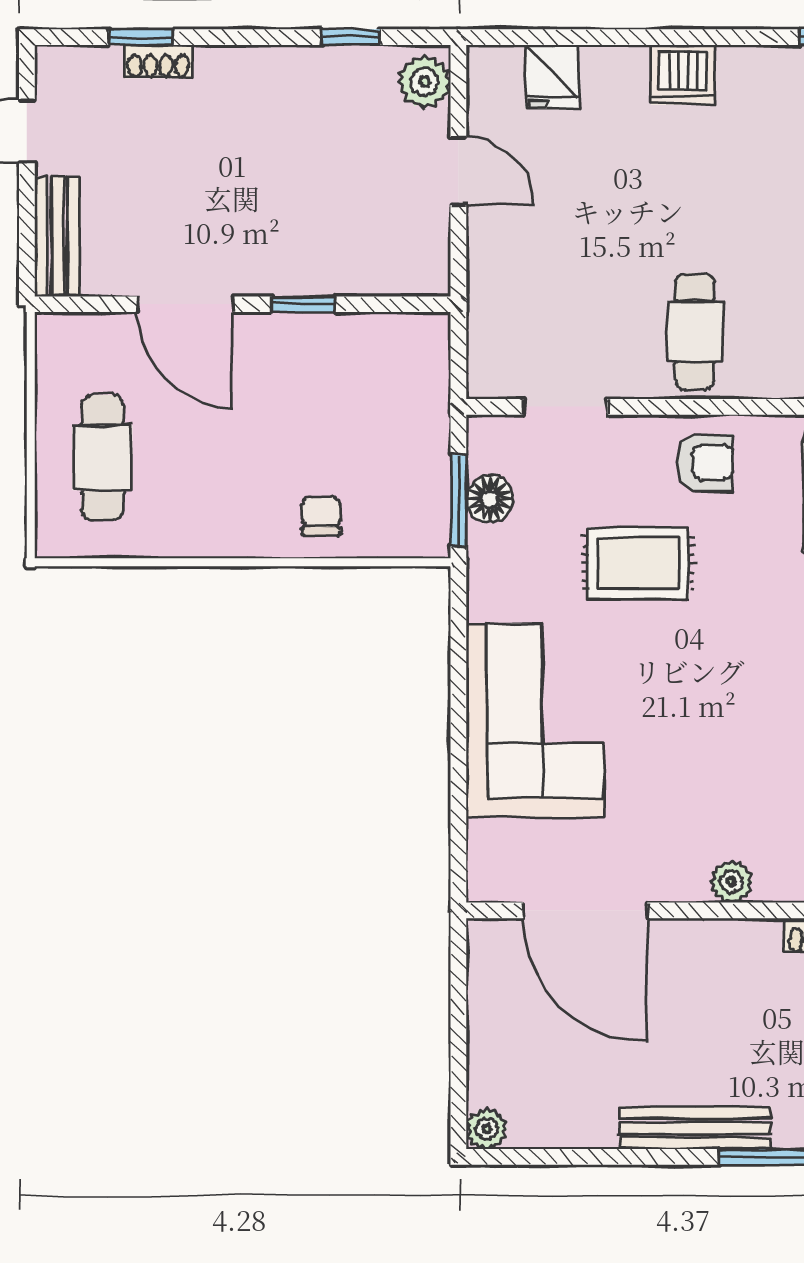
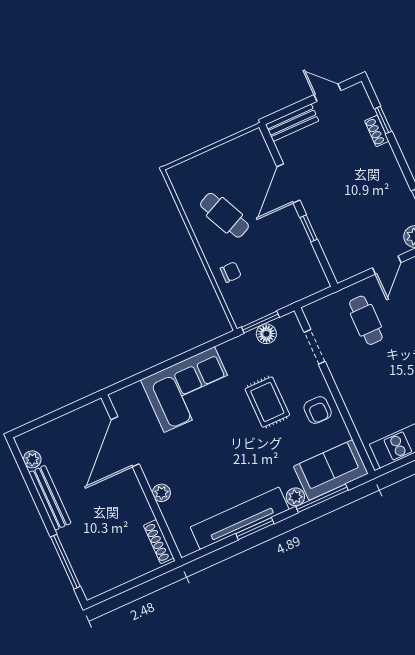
cafe table: (695, 331) -> (366, 320), moved, turned 90
cafe table: (102, 458) -> (224, 215), moved, turned 65
bench: (695, 1128) -> (50, 498), moved
plant: (487, 1129) -> (32, 459), moved

